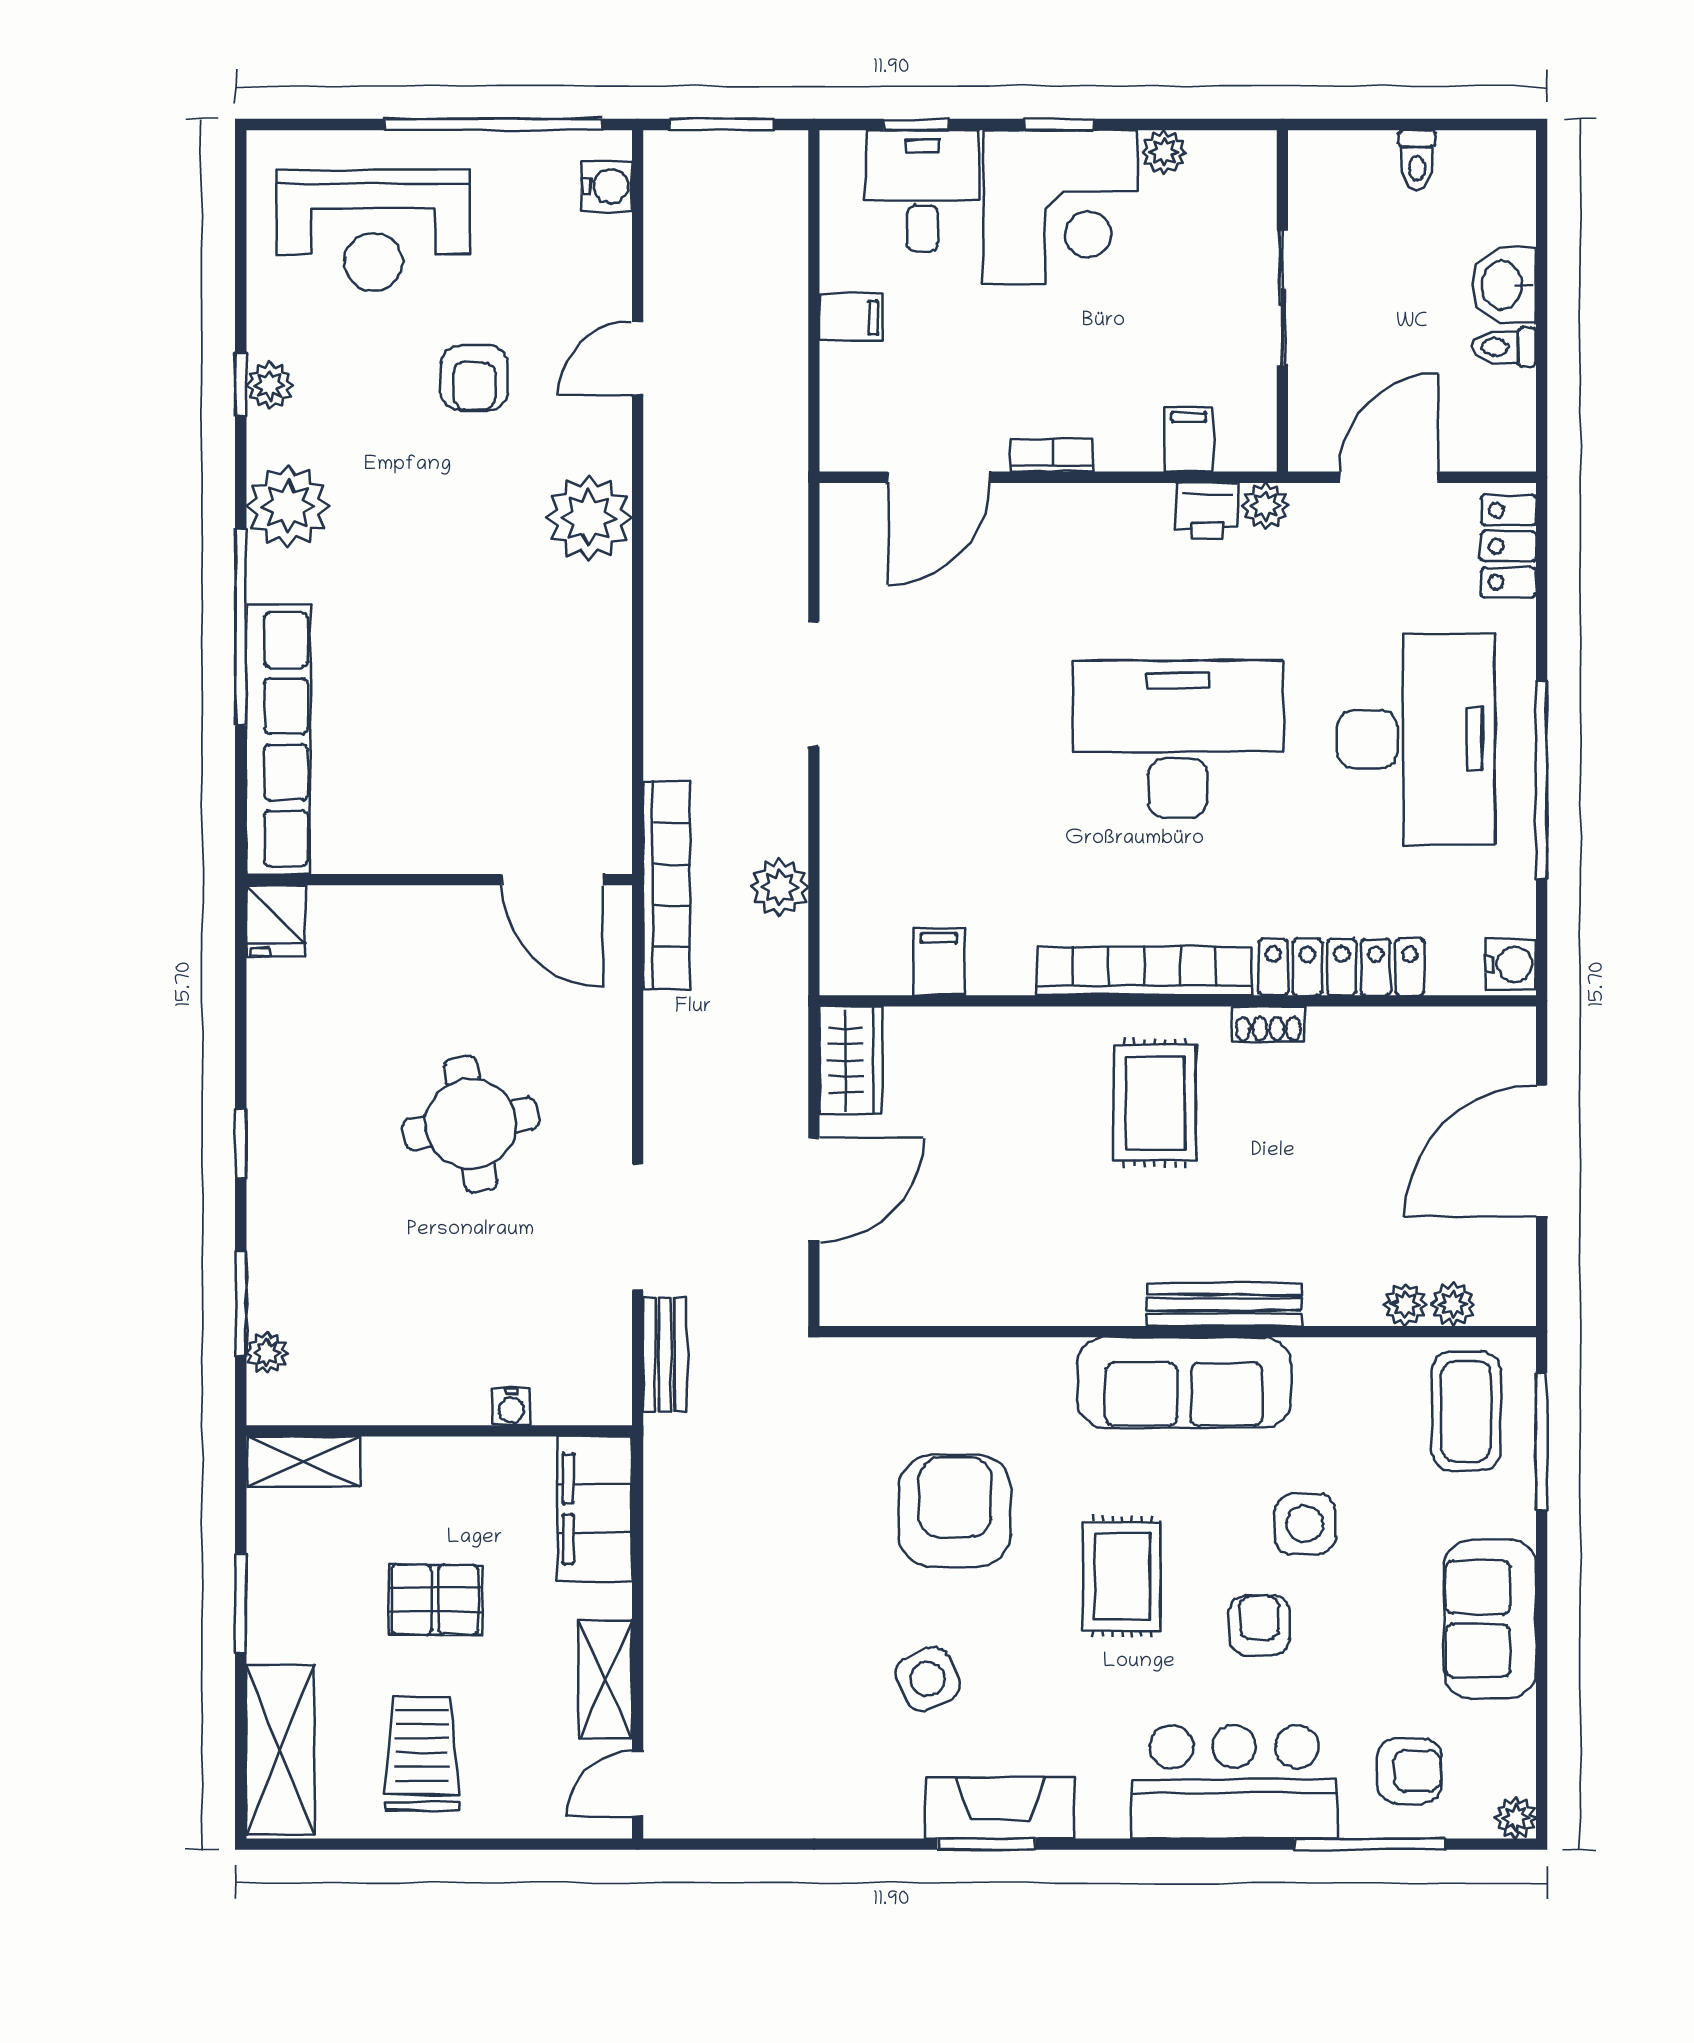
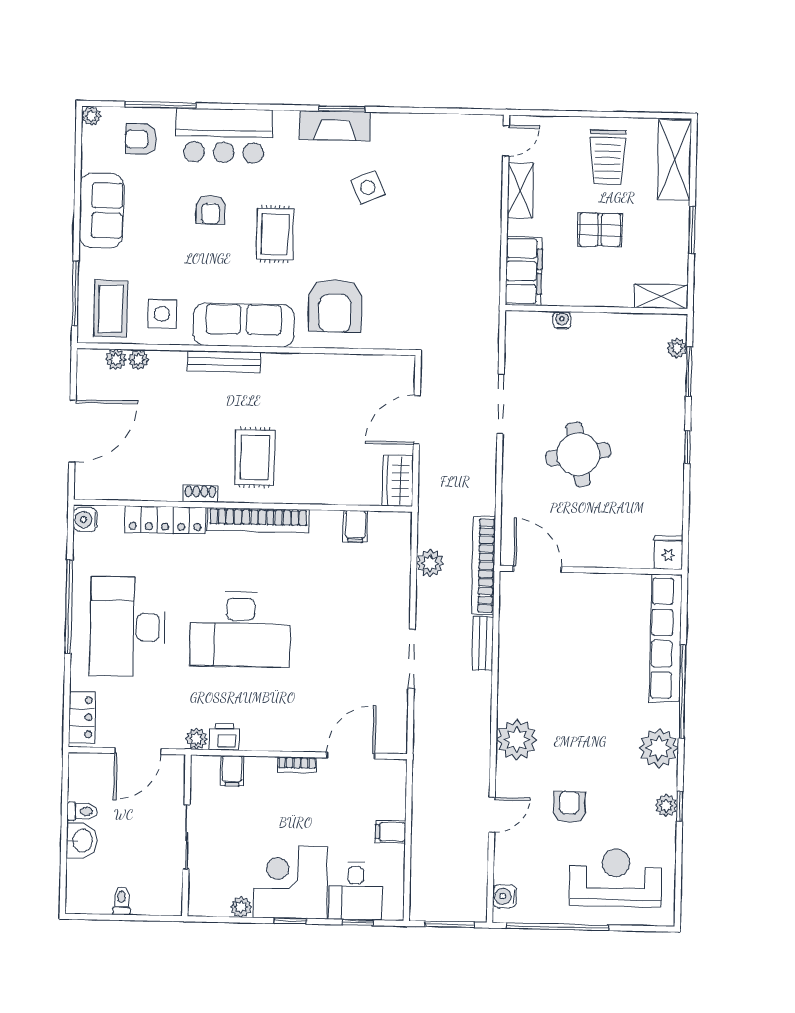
bench: (665, 1354) -> (483, 643), moved
armchair: (955, 1511) -> (335, 306), moved
side table: (1305, 1524) -> (162, 314), moved

